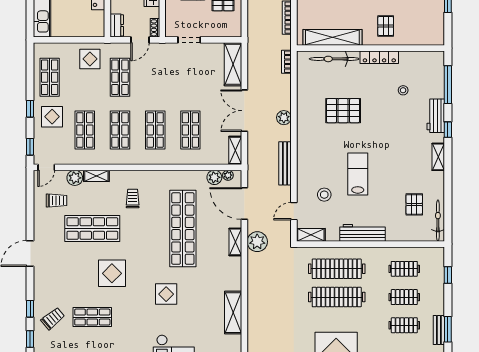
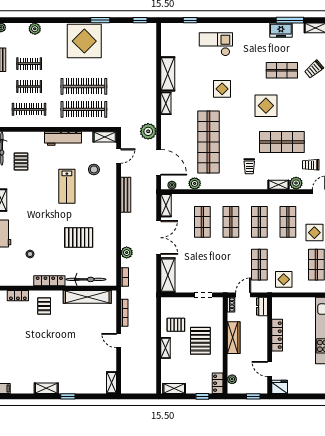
locker: (418, 39) -> (18, 296), added
plant: (284, 118) -> (127, 253), moved
plant: (214, 177) -> (195, 183), moved
shelving: (235, 242) -> (166, 103), moved
clothes rail: (404, 269) -> (29, 109), width x1.36

